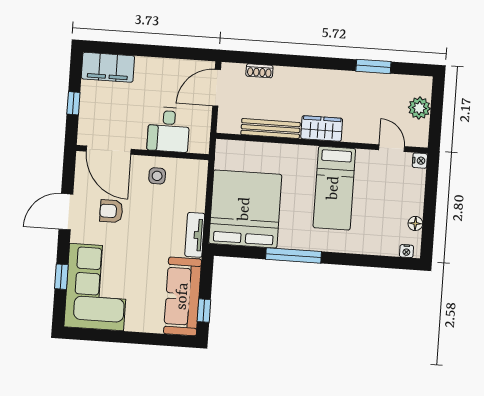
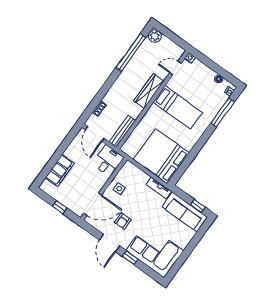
window: (373, 66) -> (131, 53), width x2.11
filing cabinet: (108, 67) -> (60, 170), moved
plant: (419, 108) -> (155, 36), moved
bench: (271, 128) -> (122, 131), moved
desk: (168, 129) -> (108, 161), moved, turned -90
wardrobe: (322, 129) -> (149, 91), width x1.50
window: (293, 255) -> (223, 112), moved
window: (61, 277) -> (130, 258), moved

